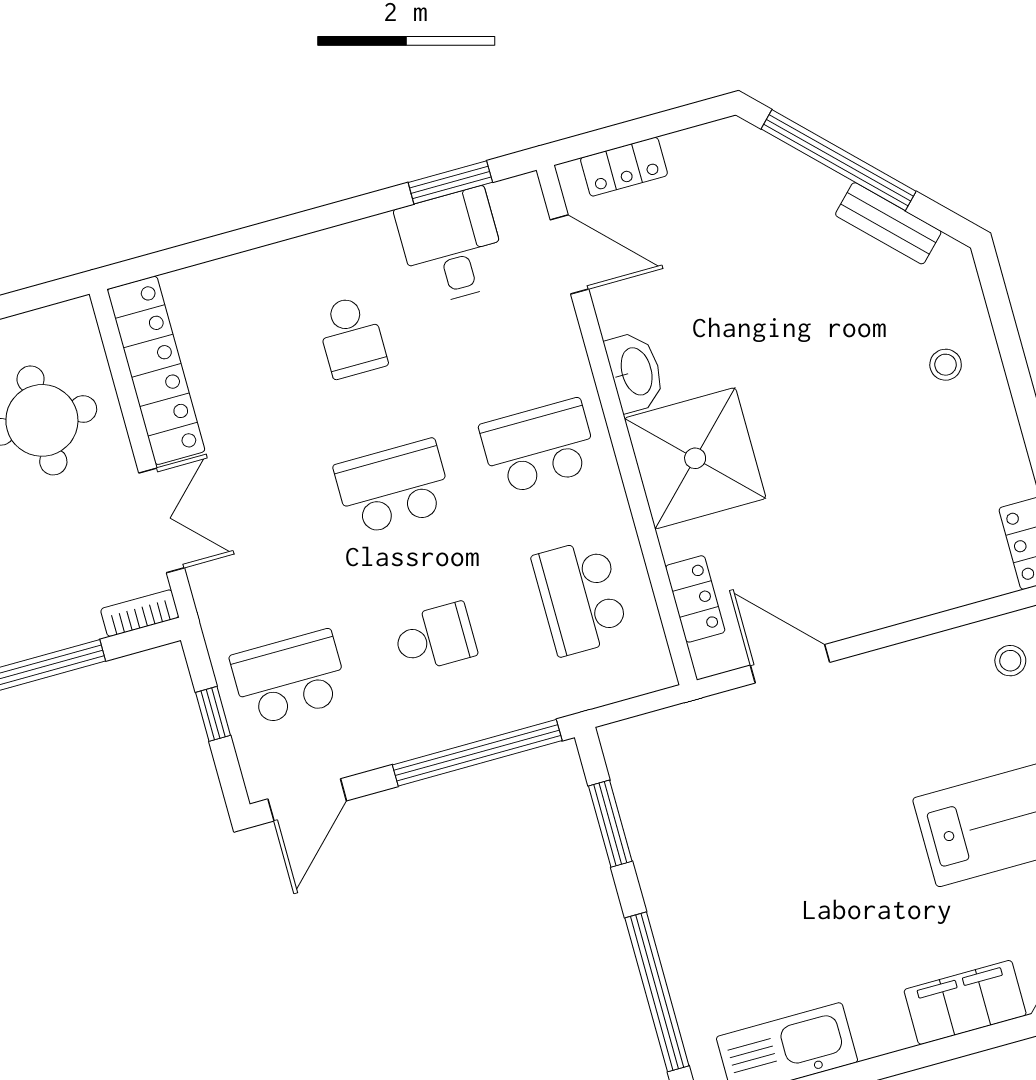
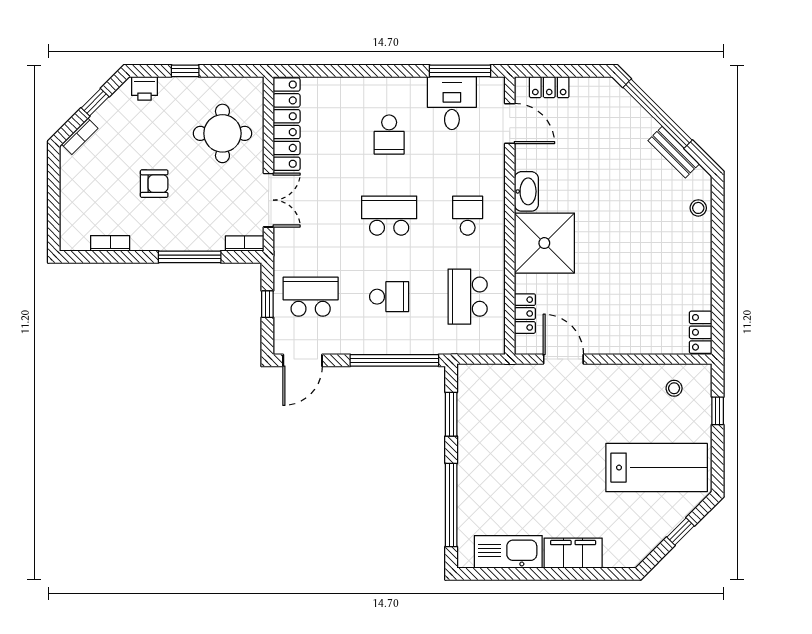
window: (450, 182) -> (460, 71), width x1.44
stool: (946, 365) -> (698, 208), moved
school desk: (539, 447) -> (468, 216), width x0.54
filing cabinet: (965, 1002) -> (573, 553), moved

